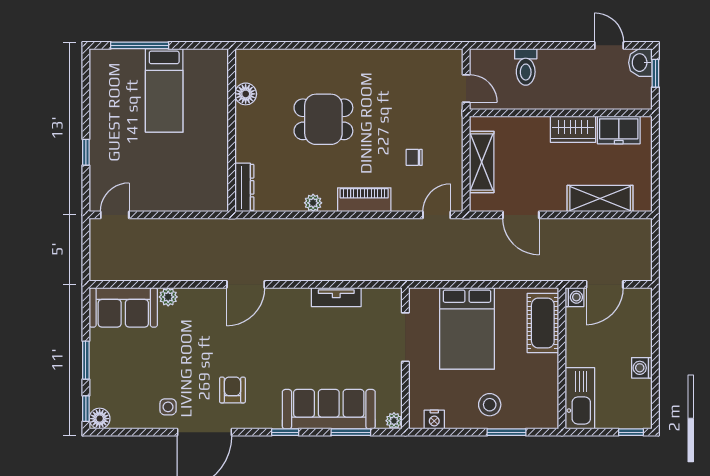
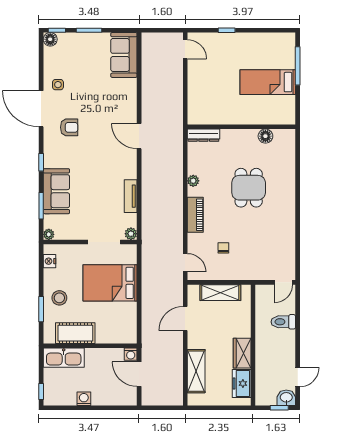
door: (466, 89) -> (283, 282), moved
plant: (168, 297) -> (131, 234), moved
cot: (543, 323) -> (75, 333), moved
sofa: (329, 409) -> (56, 191), width x0.73

